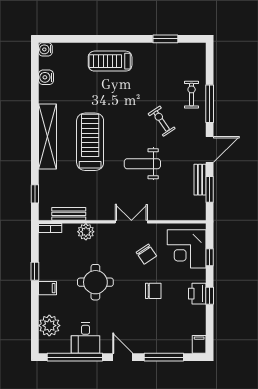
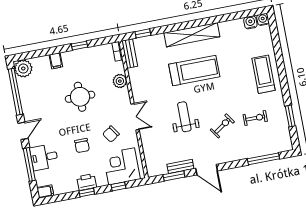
water cooler: (46, 77) -> (250, 22), moved
exercise bike: (192, 95) -> (255, 118), moved
window: (210, 104) -> (263, 159), moved
bench: (69, 214) -> (130, 54), moved
filing cabinet: (48, 288) -> (56, 61), moved
plant: (49, 326) -> (23, 68), moved
desk: (85, 338) -> (44, 157), moved

